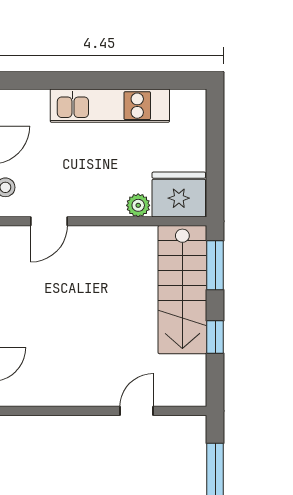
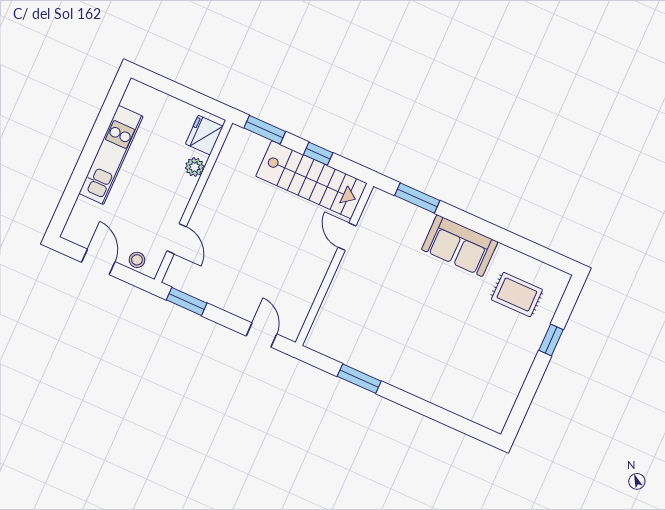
fridge: (179, 195) -> (204, 135), width x0.73, depth x0.75
stairs: (182, 290) -> (311, 180), moved

